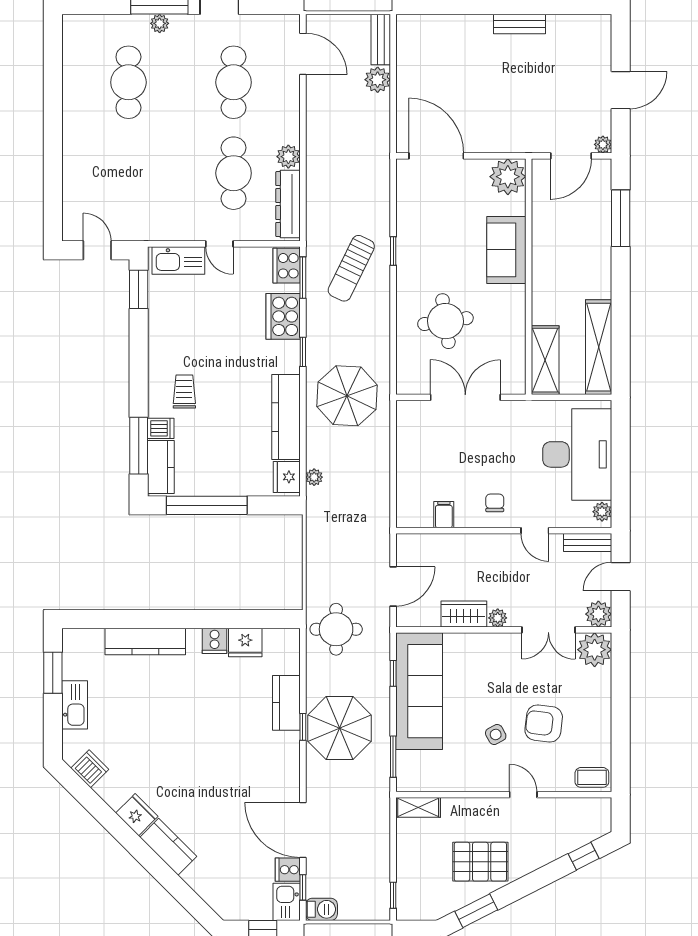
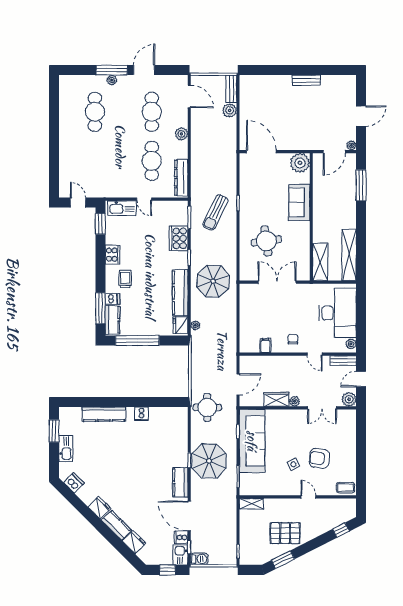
plant: (288, 157) -> (181, 134), moved
cooker: (287, 266) -> (113, 255), moved, turned 180
fridge: (245, 642) -> (134, 542), moved, turned -135
plant: (595, 650) -> (347, 419), removed
kitchen counter: (286, 703) -> (180, 482), moved

